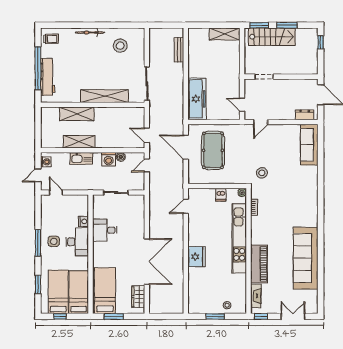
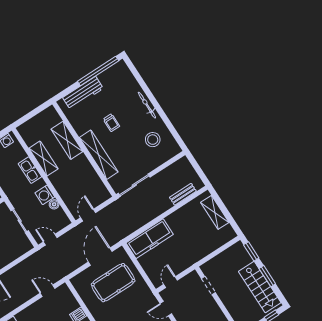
shelving: (225, 34) -> (215, 212), moved
stairs: (272, 37) -> (260, 287), moved
trolley: (51, 39) -> (111, 123), moved
window: (38, 68) -> (98, 71), moved
door: (147, 165) -> (50, 240), moved

